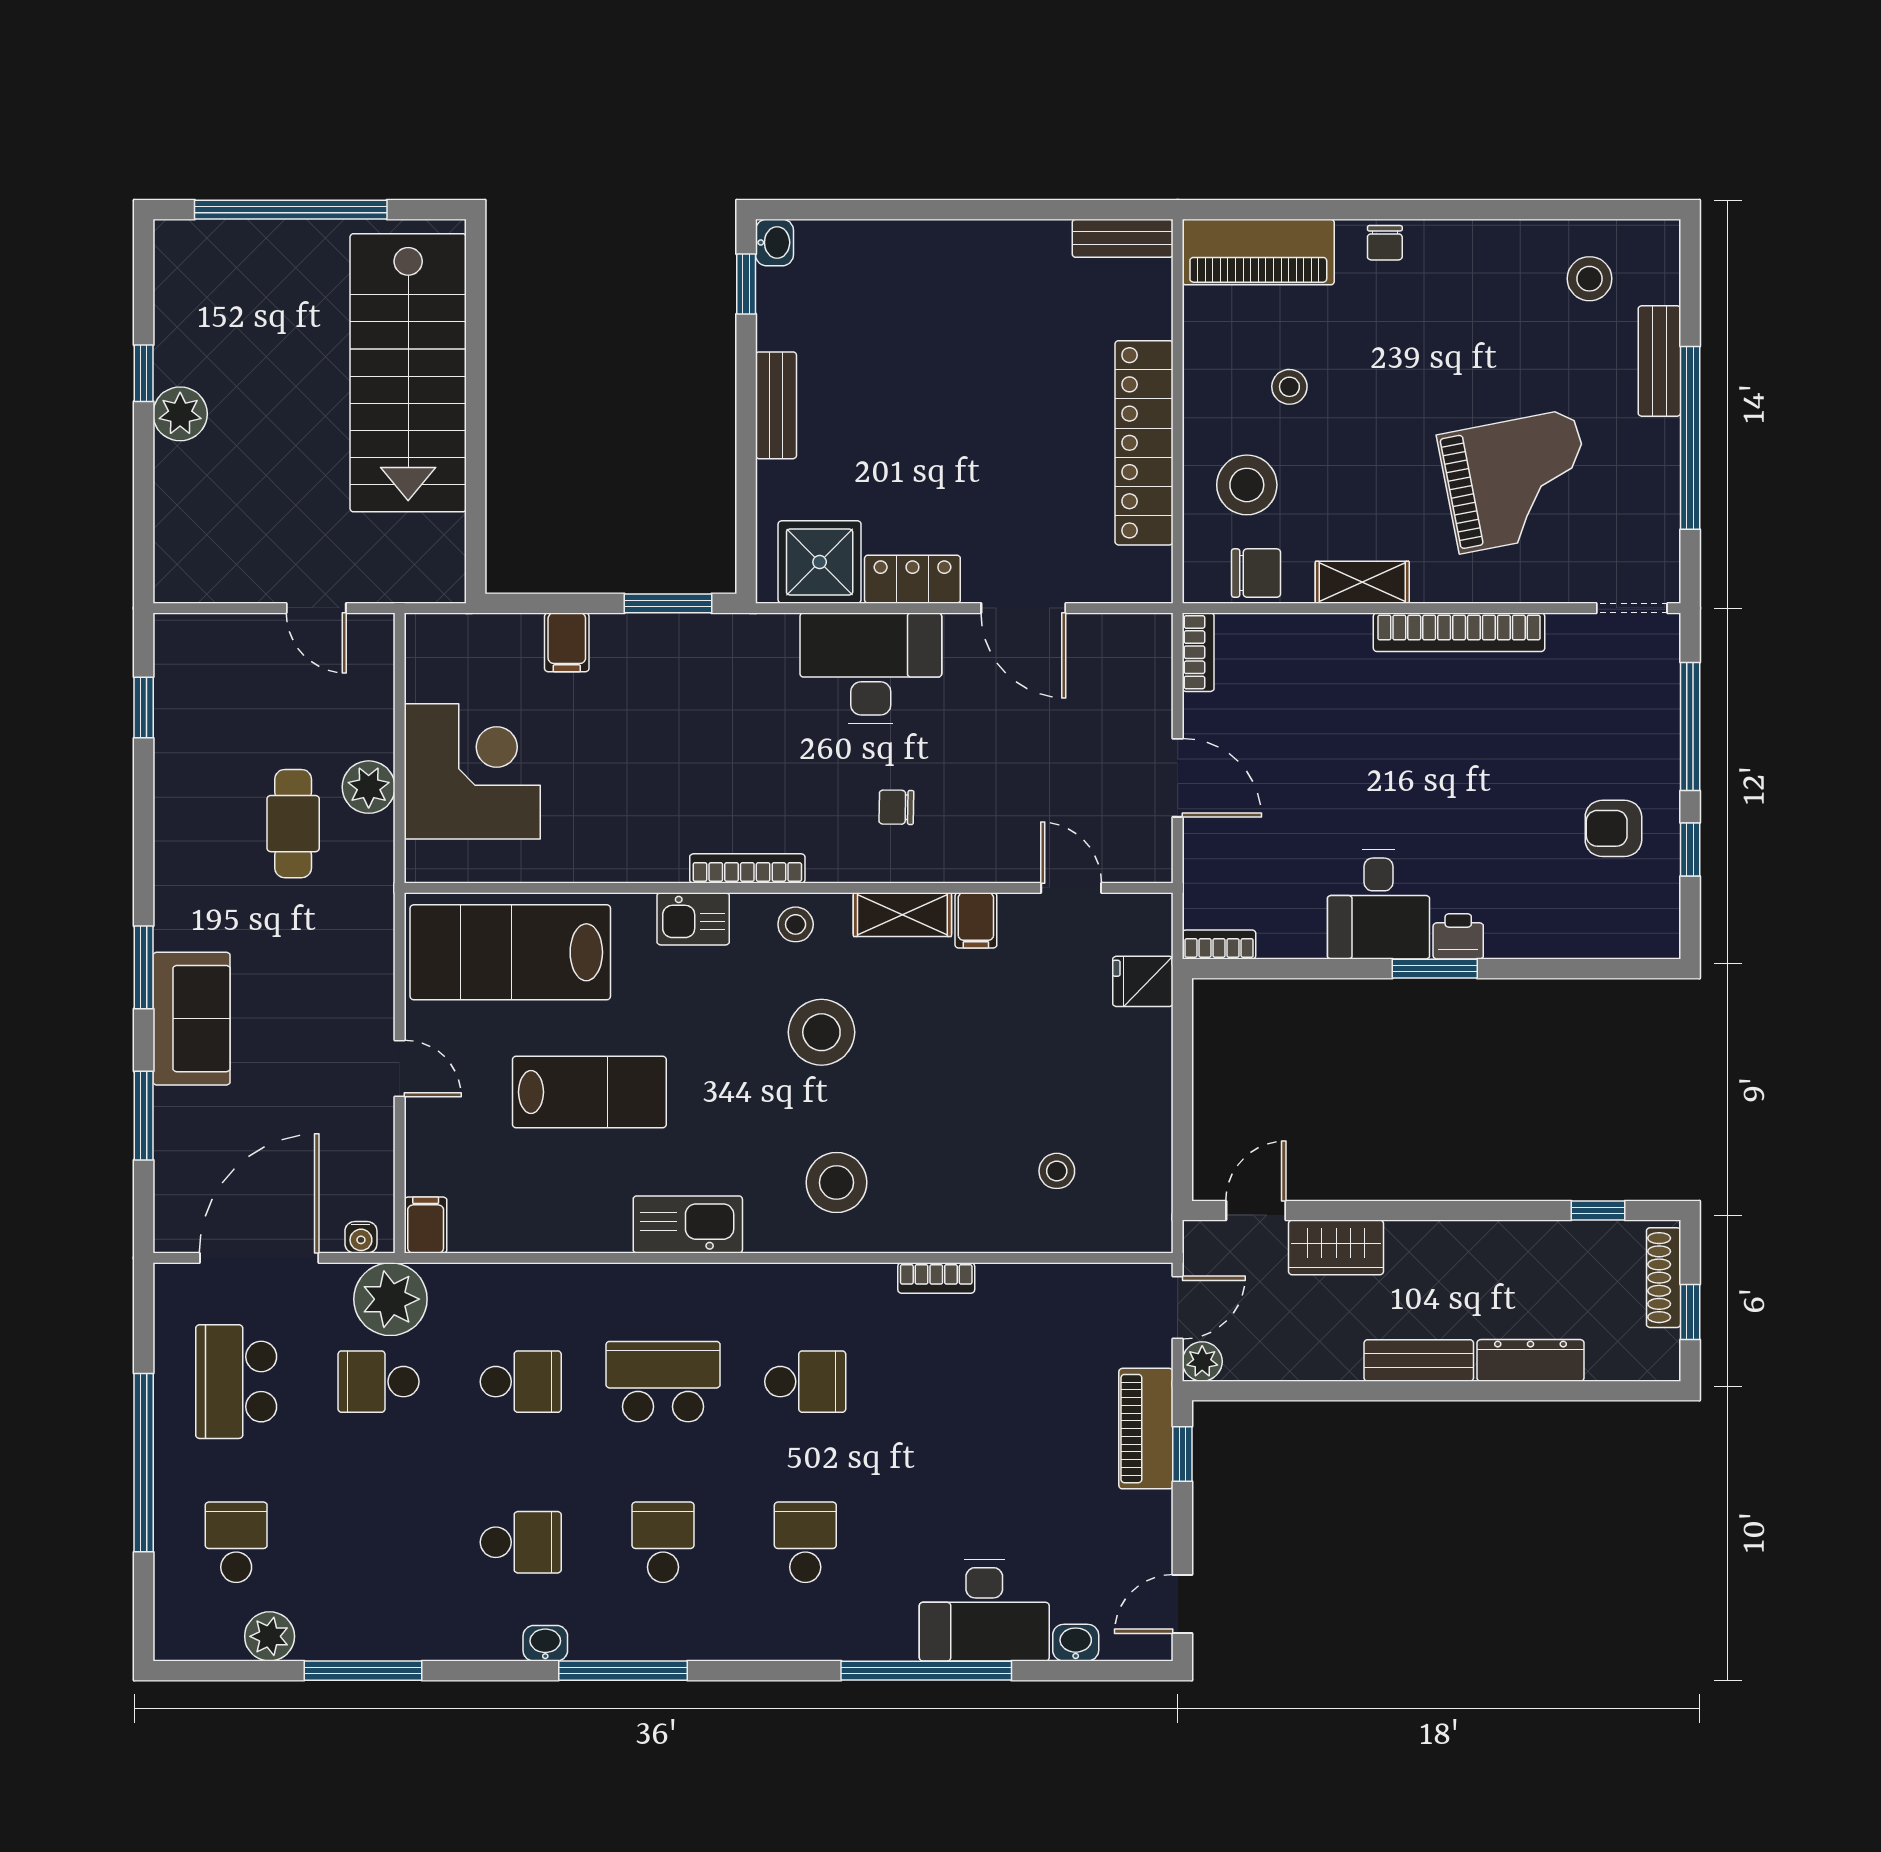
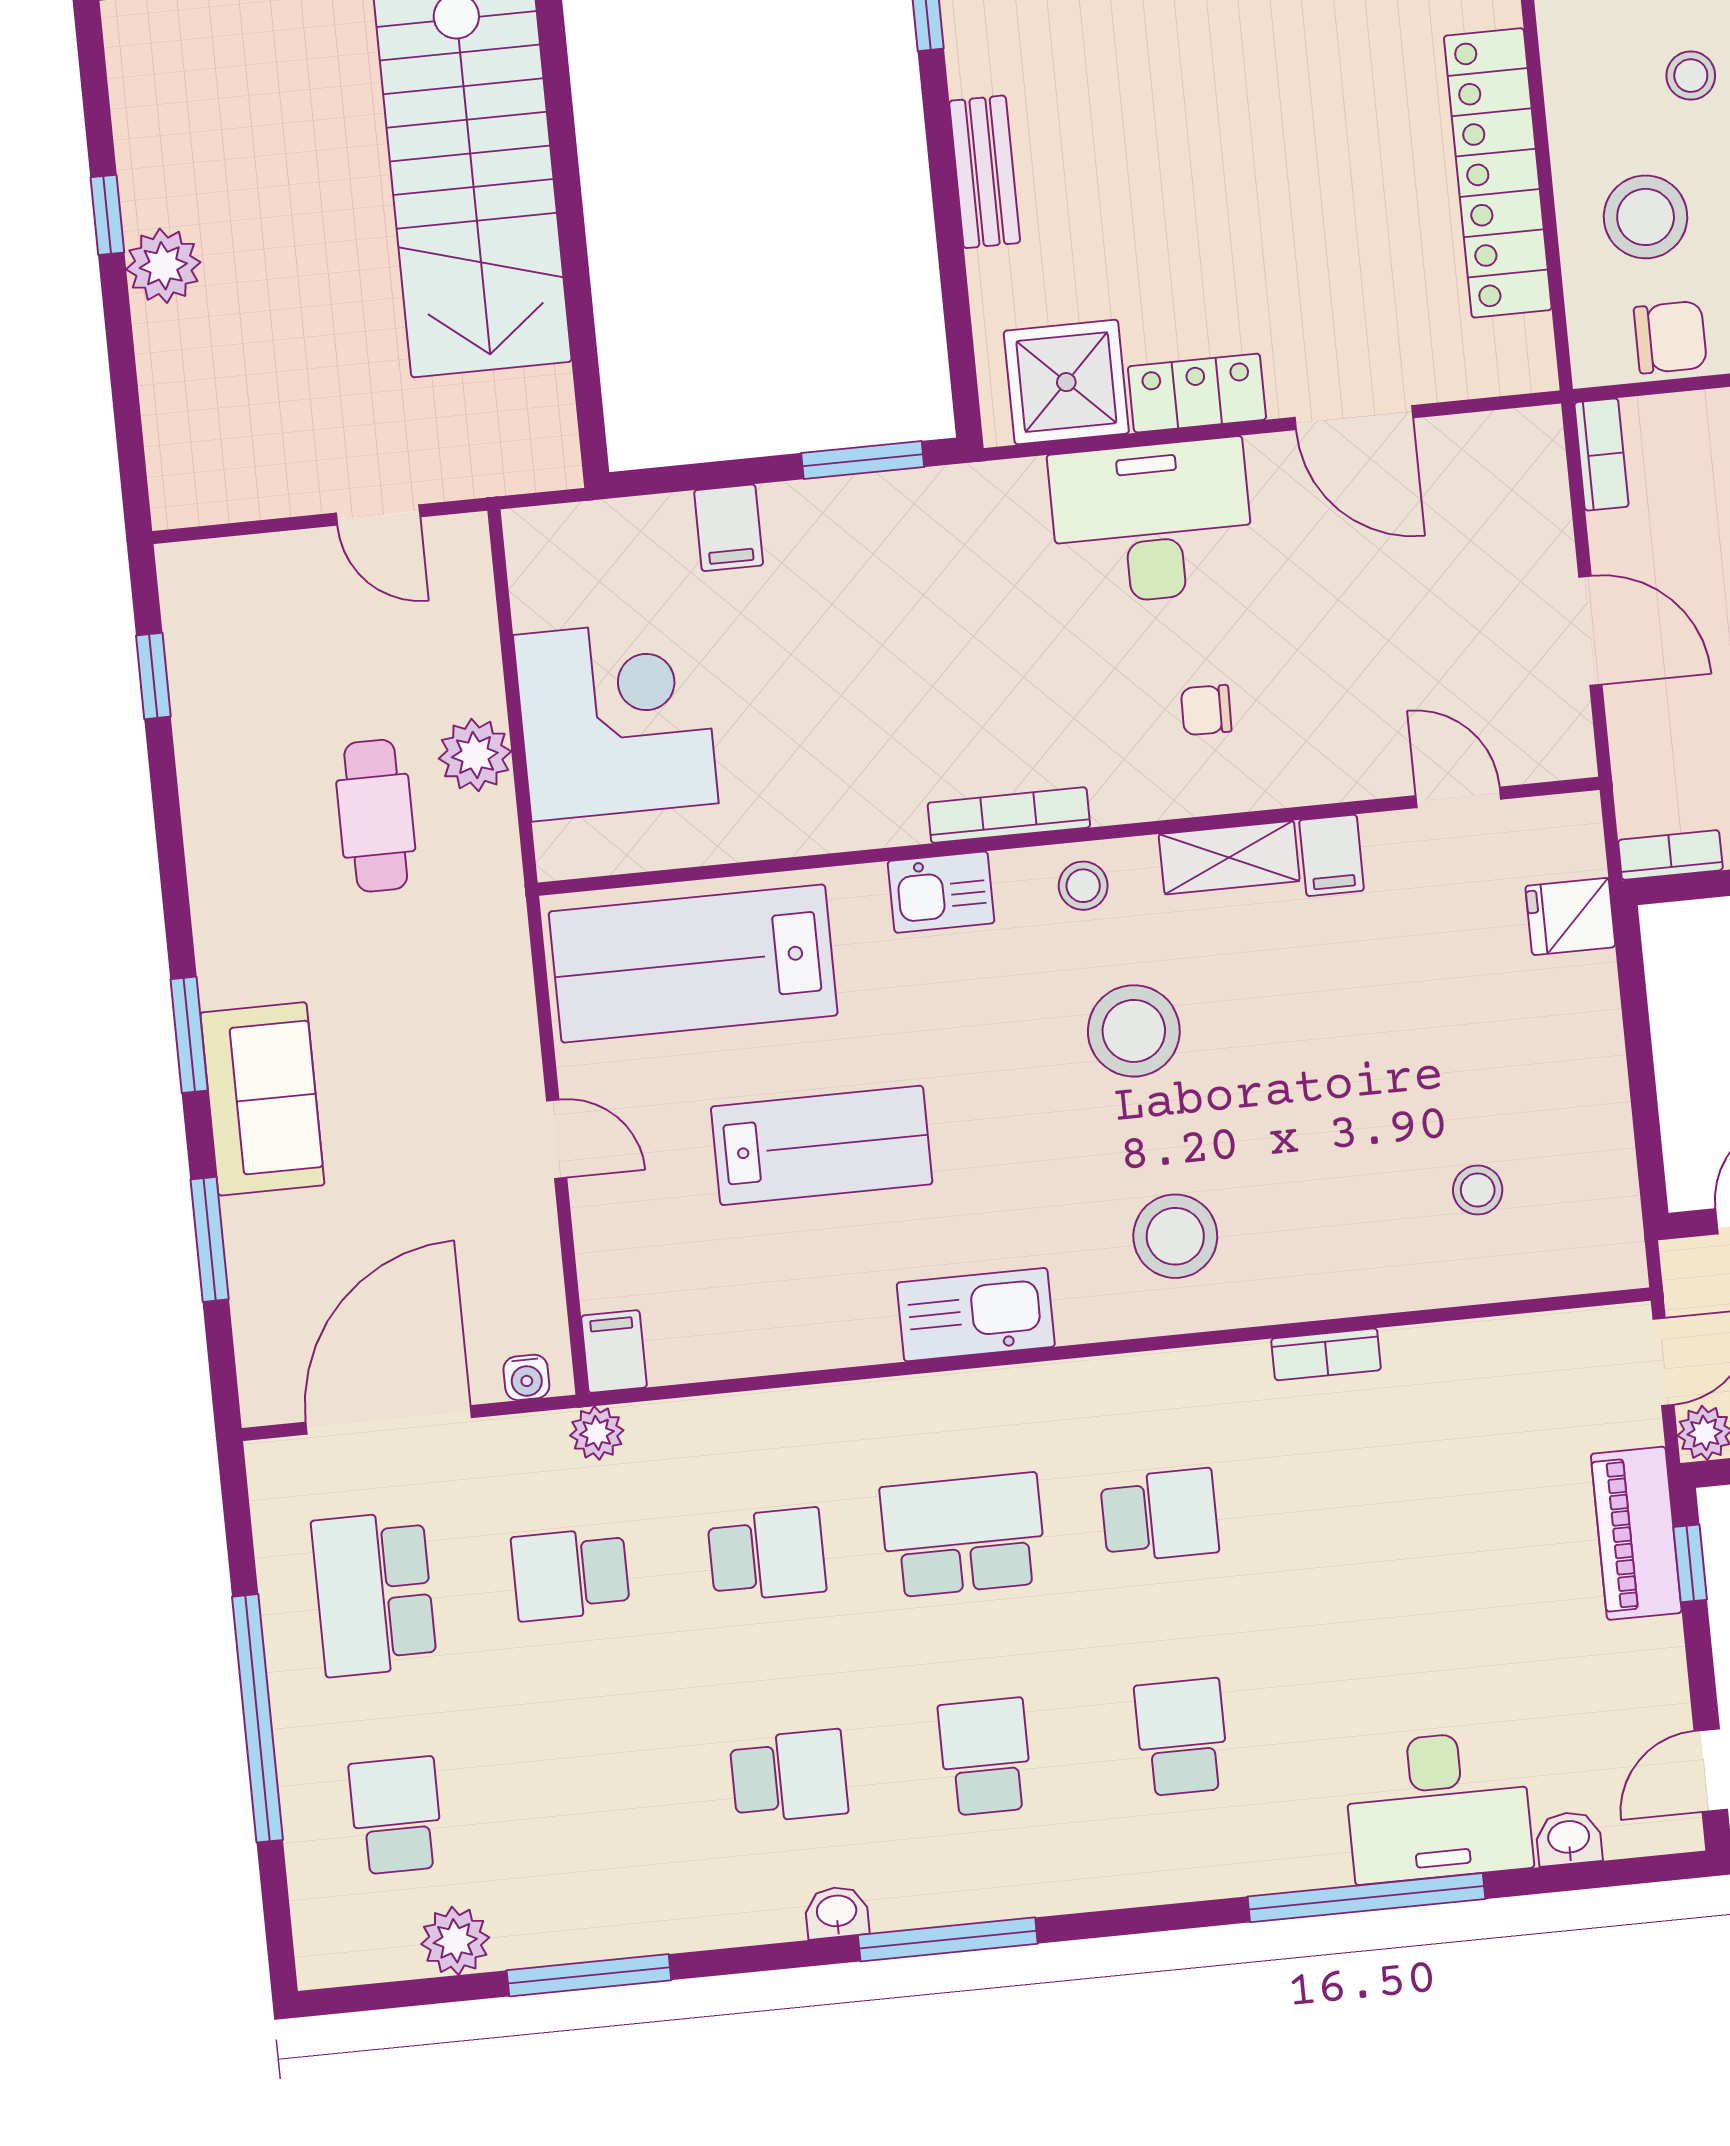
plant: (390, 1299) -> (597, 1433), width x0.53, depth x0.53

